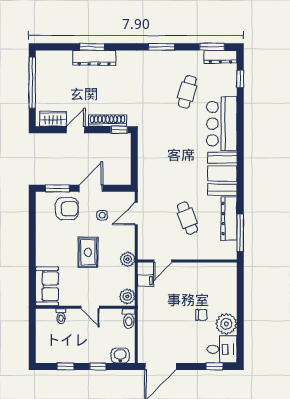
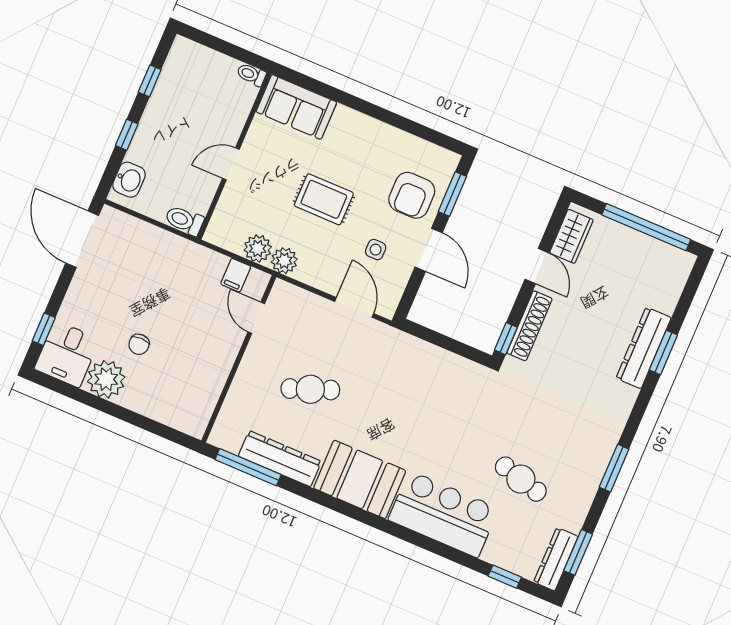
plant: (127, 296) -> (258, 249), moved
toilet: (61, 316) -> (251, 75), moved

